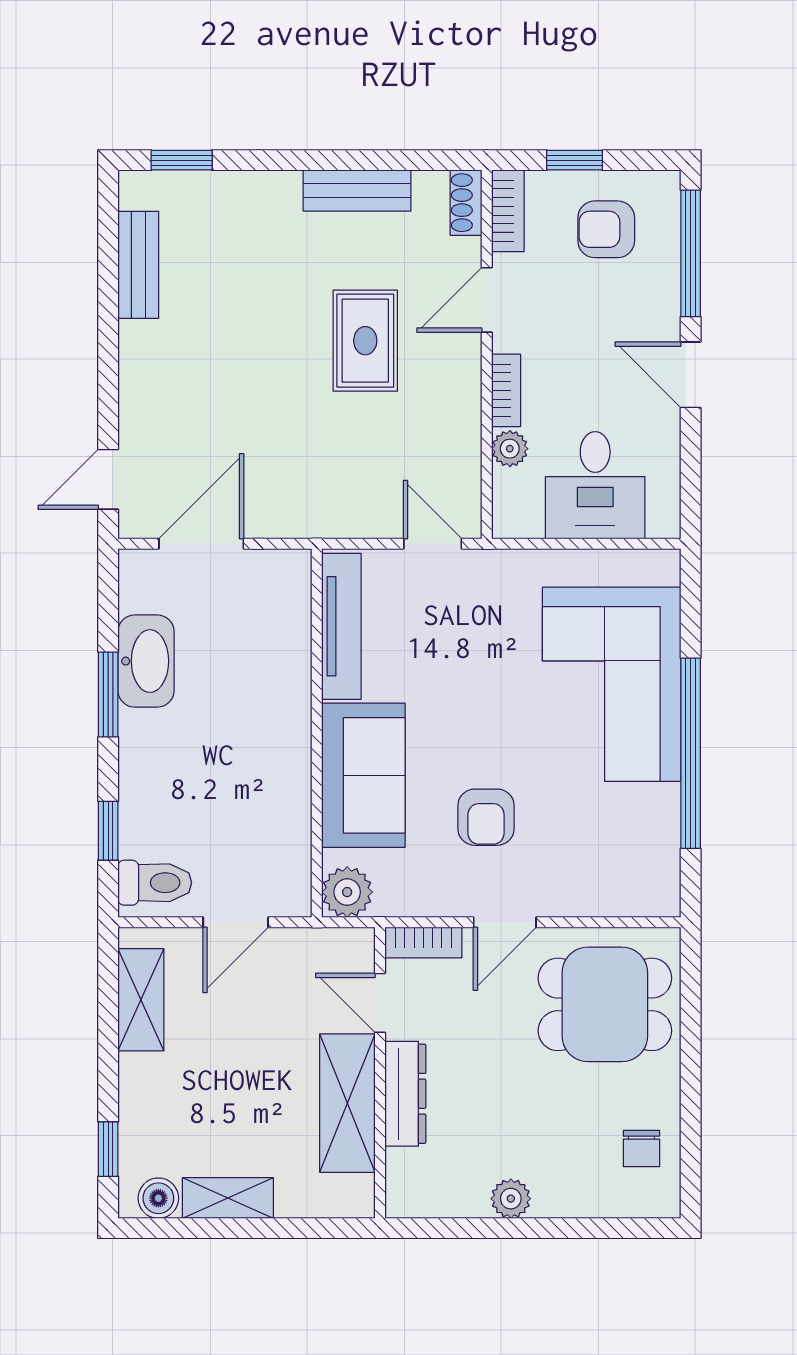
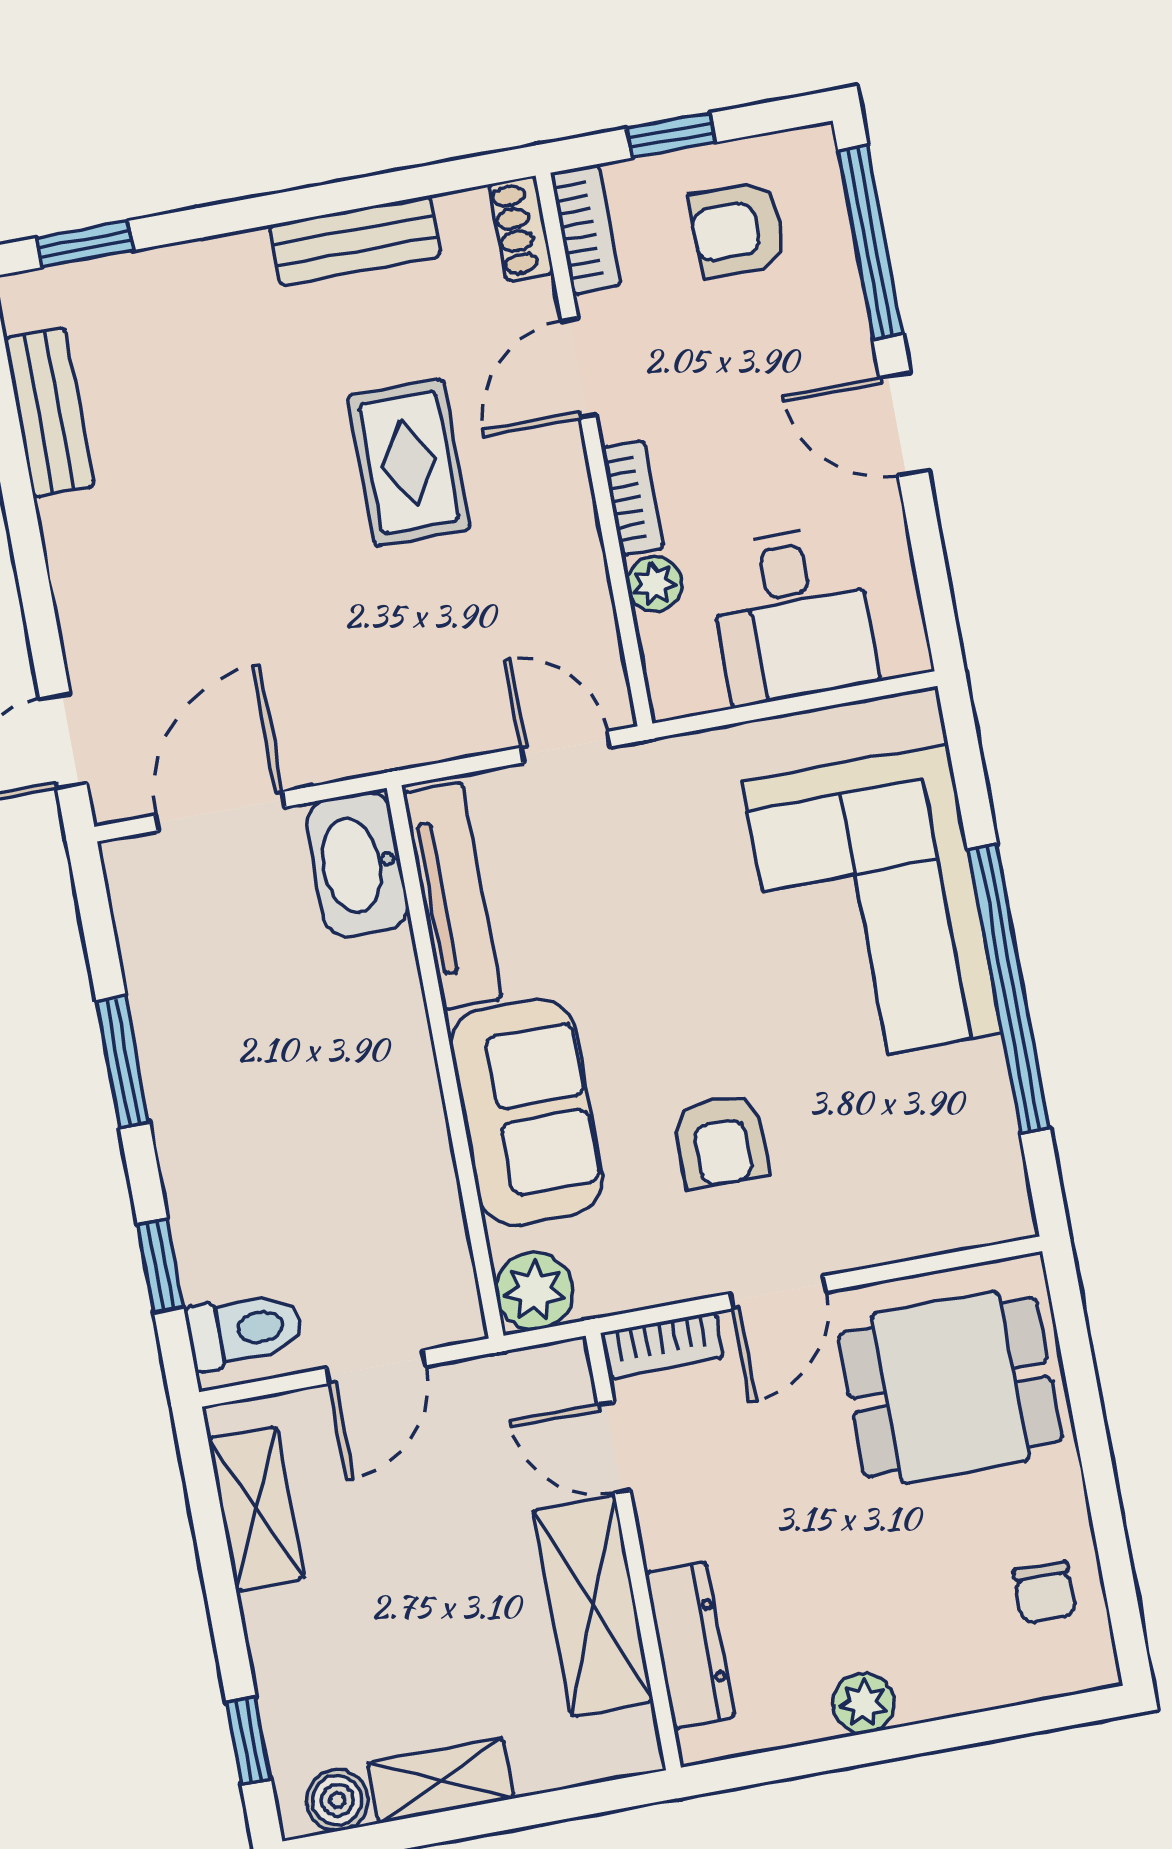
washbasin: (146, 661) -> (357, 864), moved, turned 180
dresser: (405, 1094) -> (690, 1645), moved

